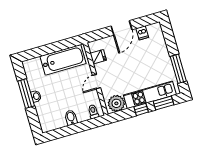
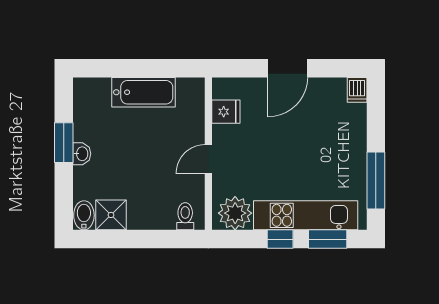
dishwasher: (142, 33) -> (357, 90), moved
bathtub: (63, 60) -> (144, 92), width x0.73, depth x0.73
window: (26, 93) -> (64, 143), width x0.69
bidet: (71, 118) -> (84, 215), moved
shower: (58, 121) -> (111, 215), added

